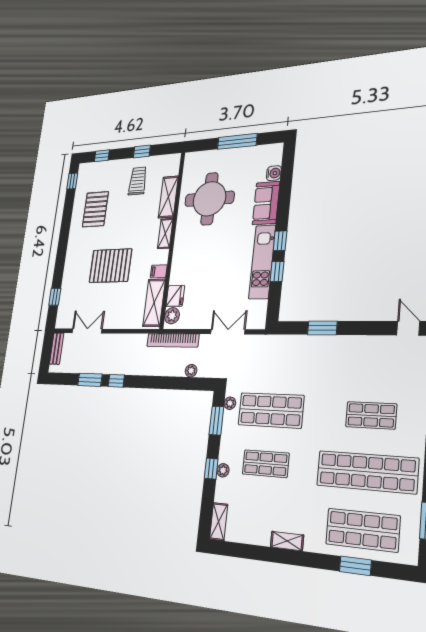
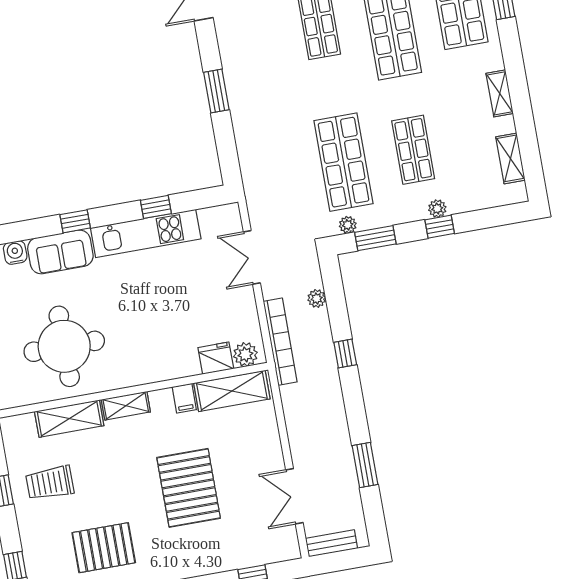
window: (280, 241) -> (75, 221), moved
window: (322, 328) -> (216, 91), moved
window: (116, 381) -> (345, 354), moved
shelving: (219, 522) -> (510, 158), moved, turned 90

